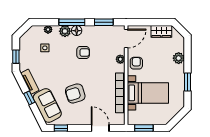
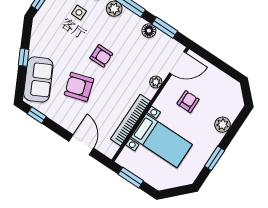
floor lamp: (77, 31) -> (149, 31), moved
wardrobe: (161, 31) -> (223, 81), removed
armchair: (83, 52) -> (101, 56), moved
armchair: (136, 63) -> (188, 102), moved
tv unit: (30, 82) -> (36, 39), removed

